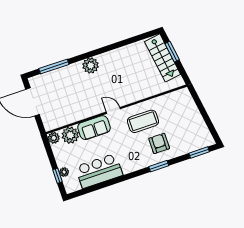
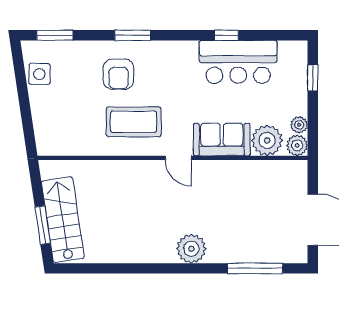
side table: (200, 130) -> (39, 74), added
plant: (64, 172) -> (299, 125), moved
window: (110, 183) -> (227, 35), added

